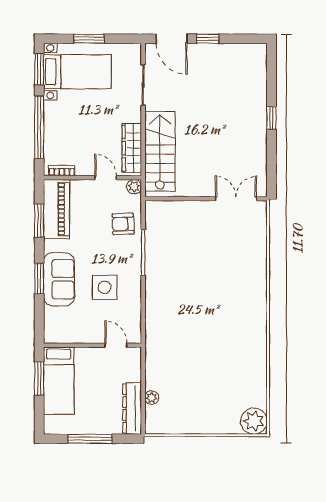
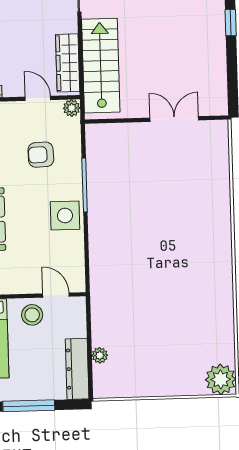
double door: (236, 199) -> (174, 119), moved
armchair: (123, 224) -> (41, 155), moved
side table: (105, 287) -> (65, 216), moved
stool: (95, 361) -> (32, 315), added

